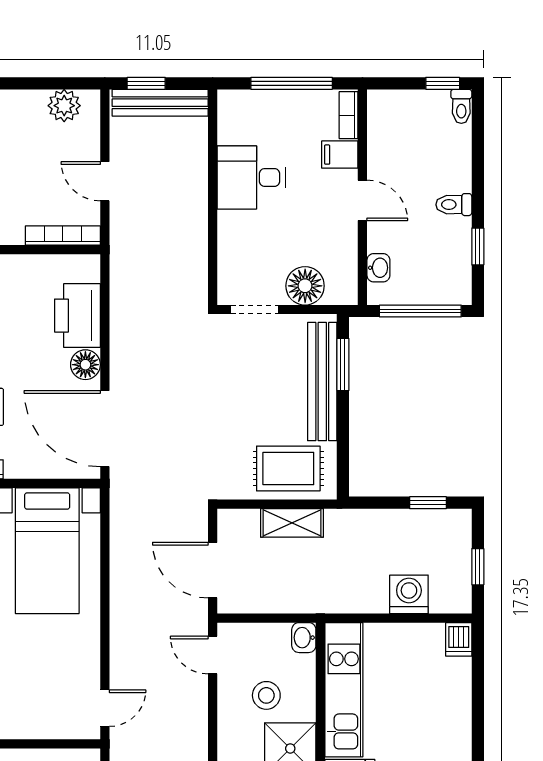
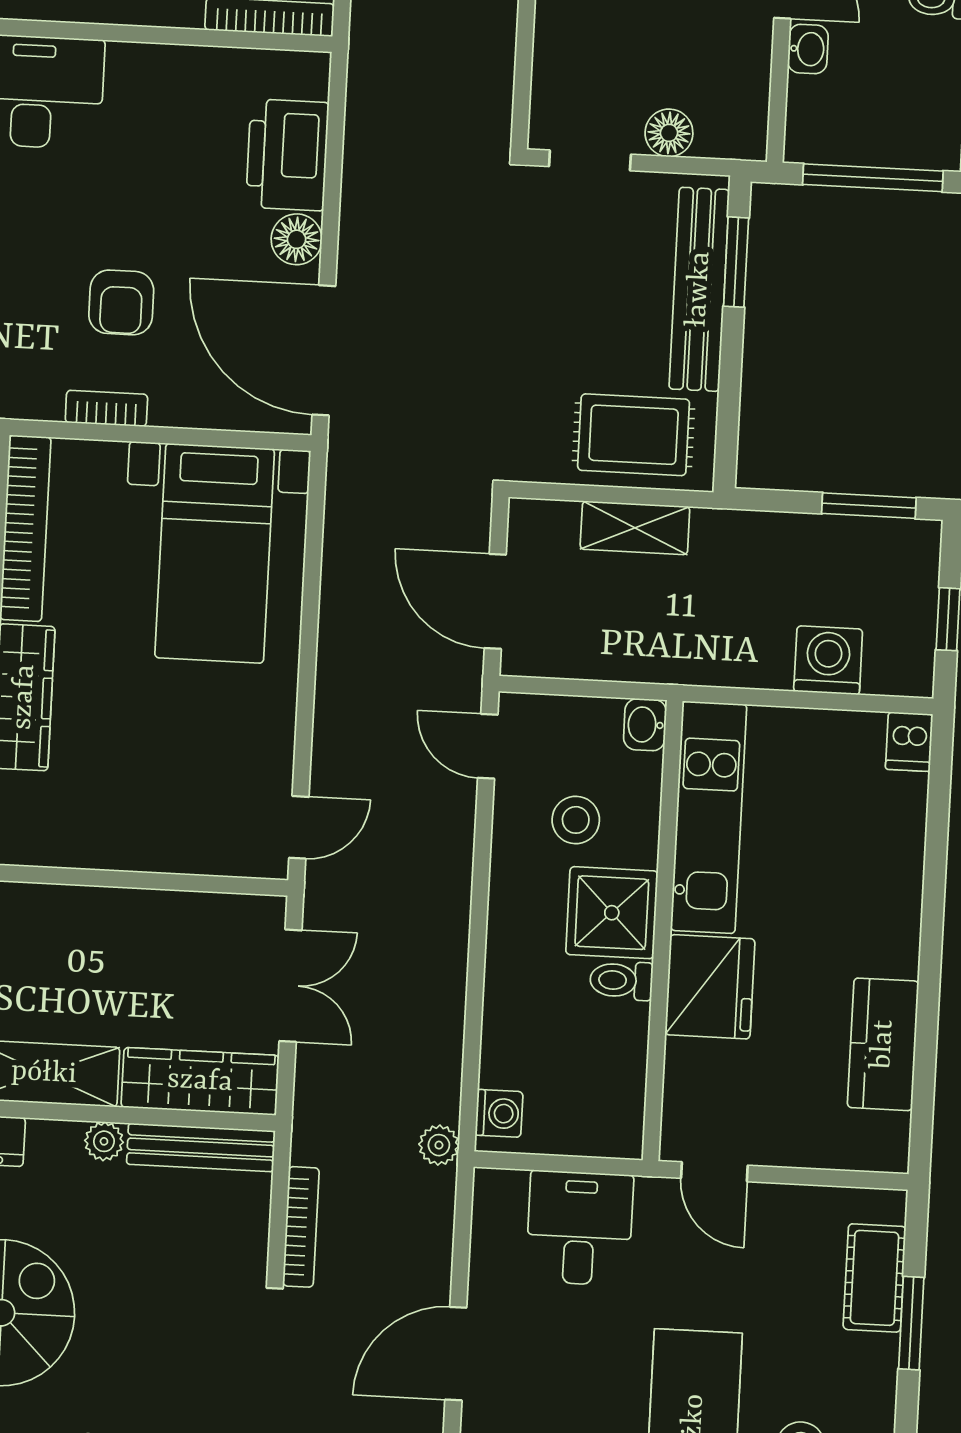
washbasin: (378, 268) -> (808, 49), moved
floor lamp: (305, 286) -> (669, 133), width x0.73, depth x0.73
window: (428, 503) -> (869, 506), width x1.50

